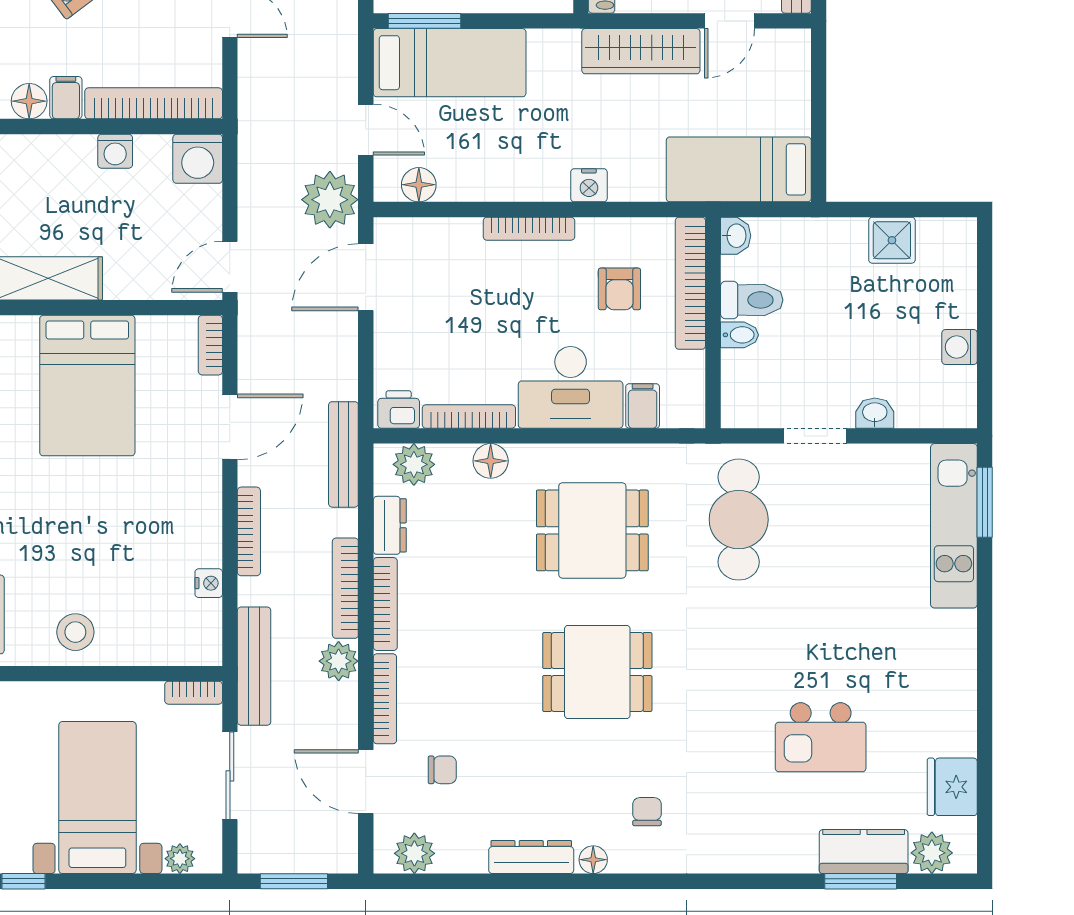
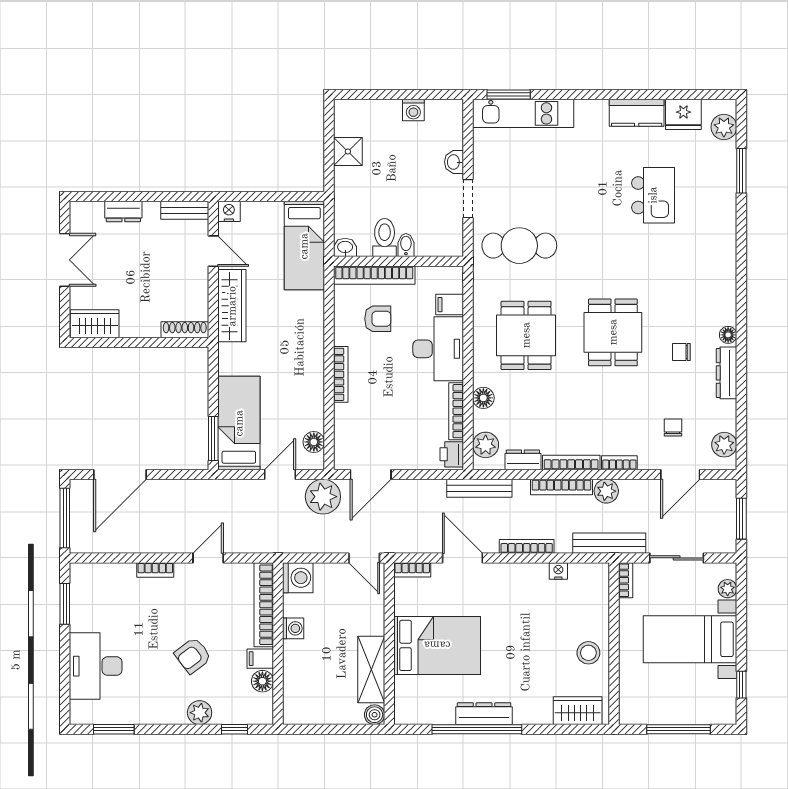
nightstand: (589, 185) -> (229, 211), moved, turned -90
door: (366, 277) -> (371, 475), hinge flipped
bookcase: (385, 699) -> (619, 463), width x0.64
chair: (647, 812) -> (681, 352), moved
kitchen counter: (864, 852) -> (637, 113), moved, turned -90

